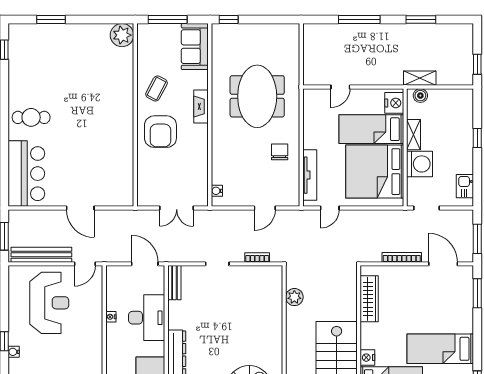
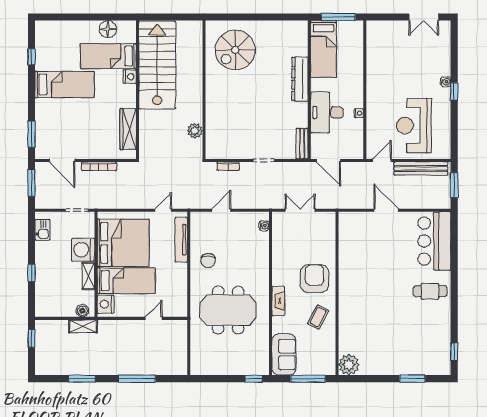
meeting table: (257, 96) -> (228, 310), turned 90

